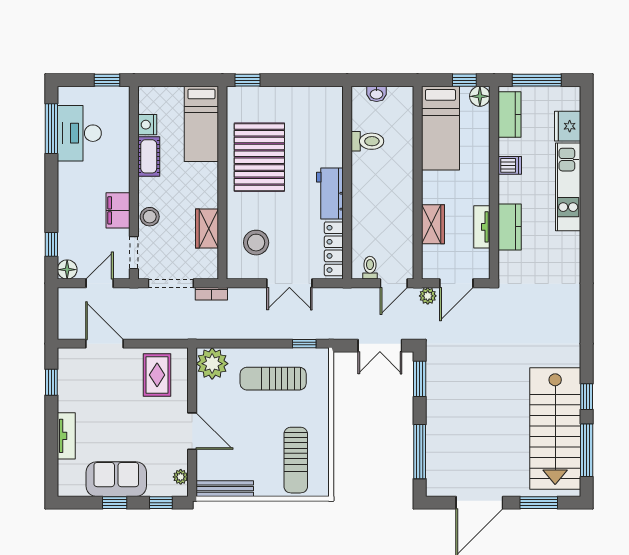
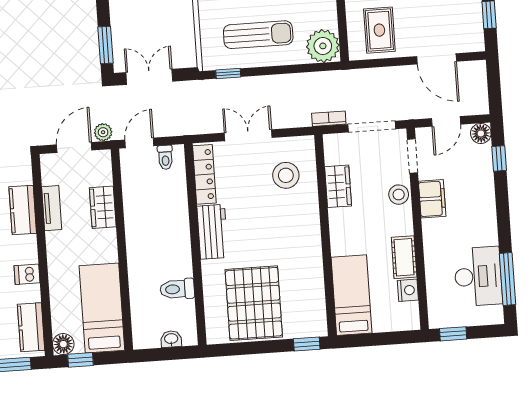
pallet: (259, 157) -> (254, 303), moved

